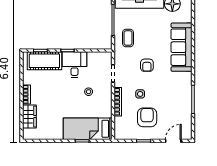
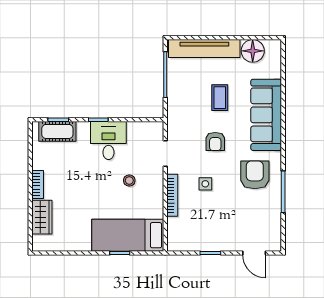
coffee table: (128, 38) -> (220, 98), moved
cot: (44, 61) -> (57, 131), width x0.73, depth x0.75
armchair: (147, 117) -> (255, 175), moved
door: (173, 141) -> (254, 253), swing flipped

